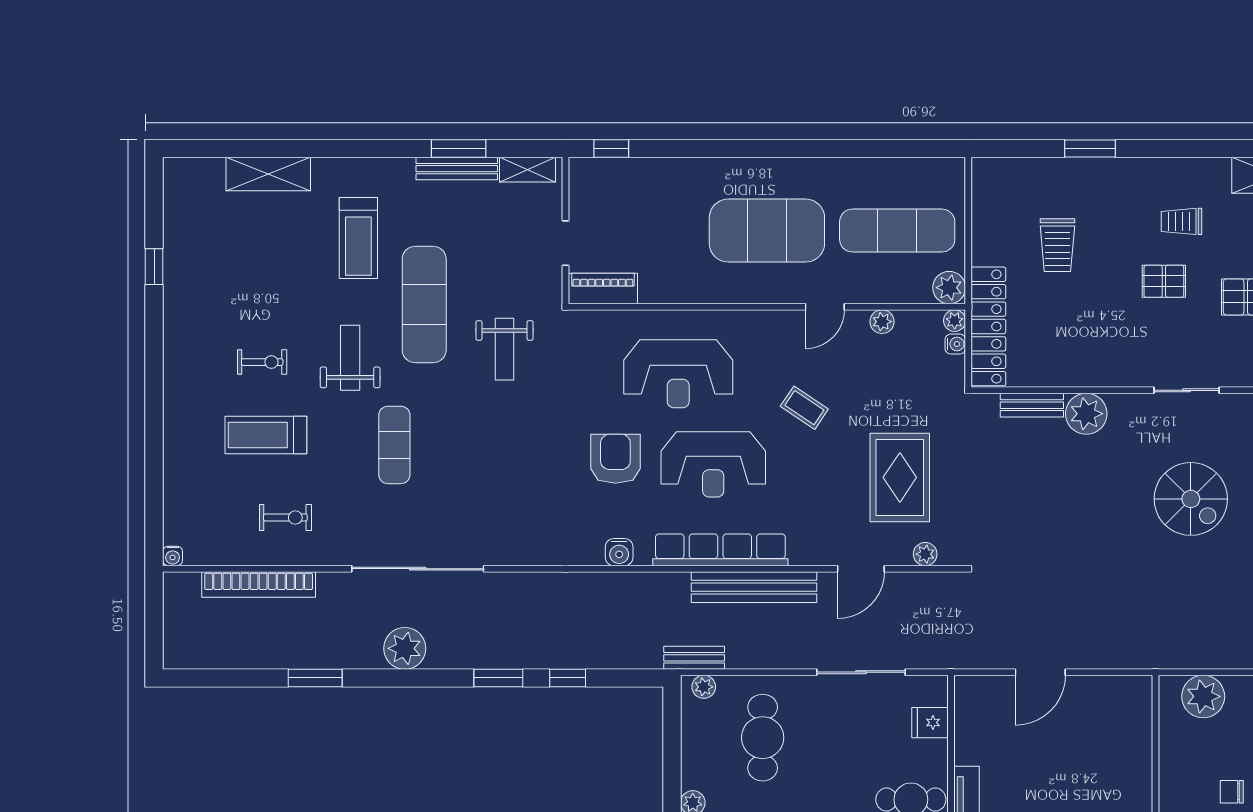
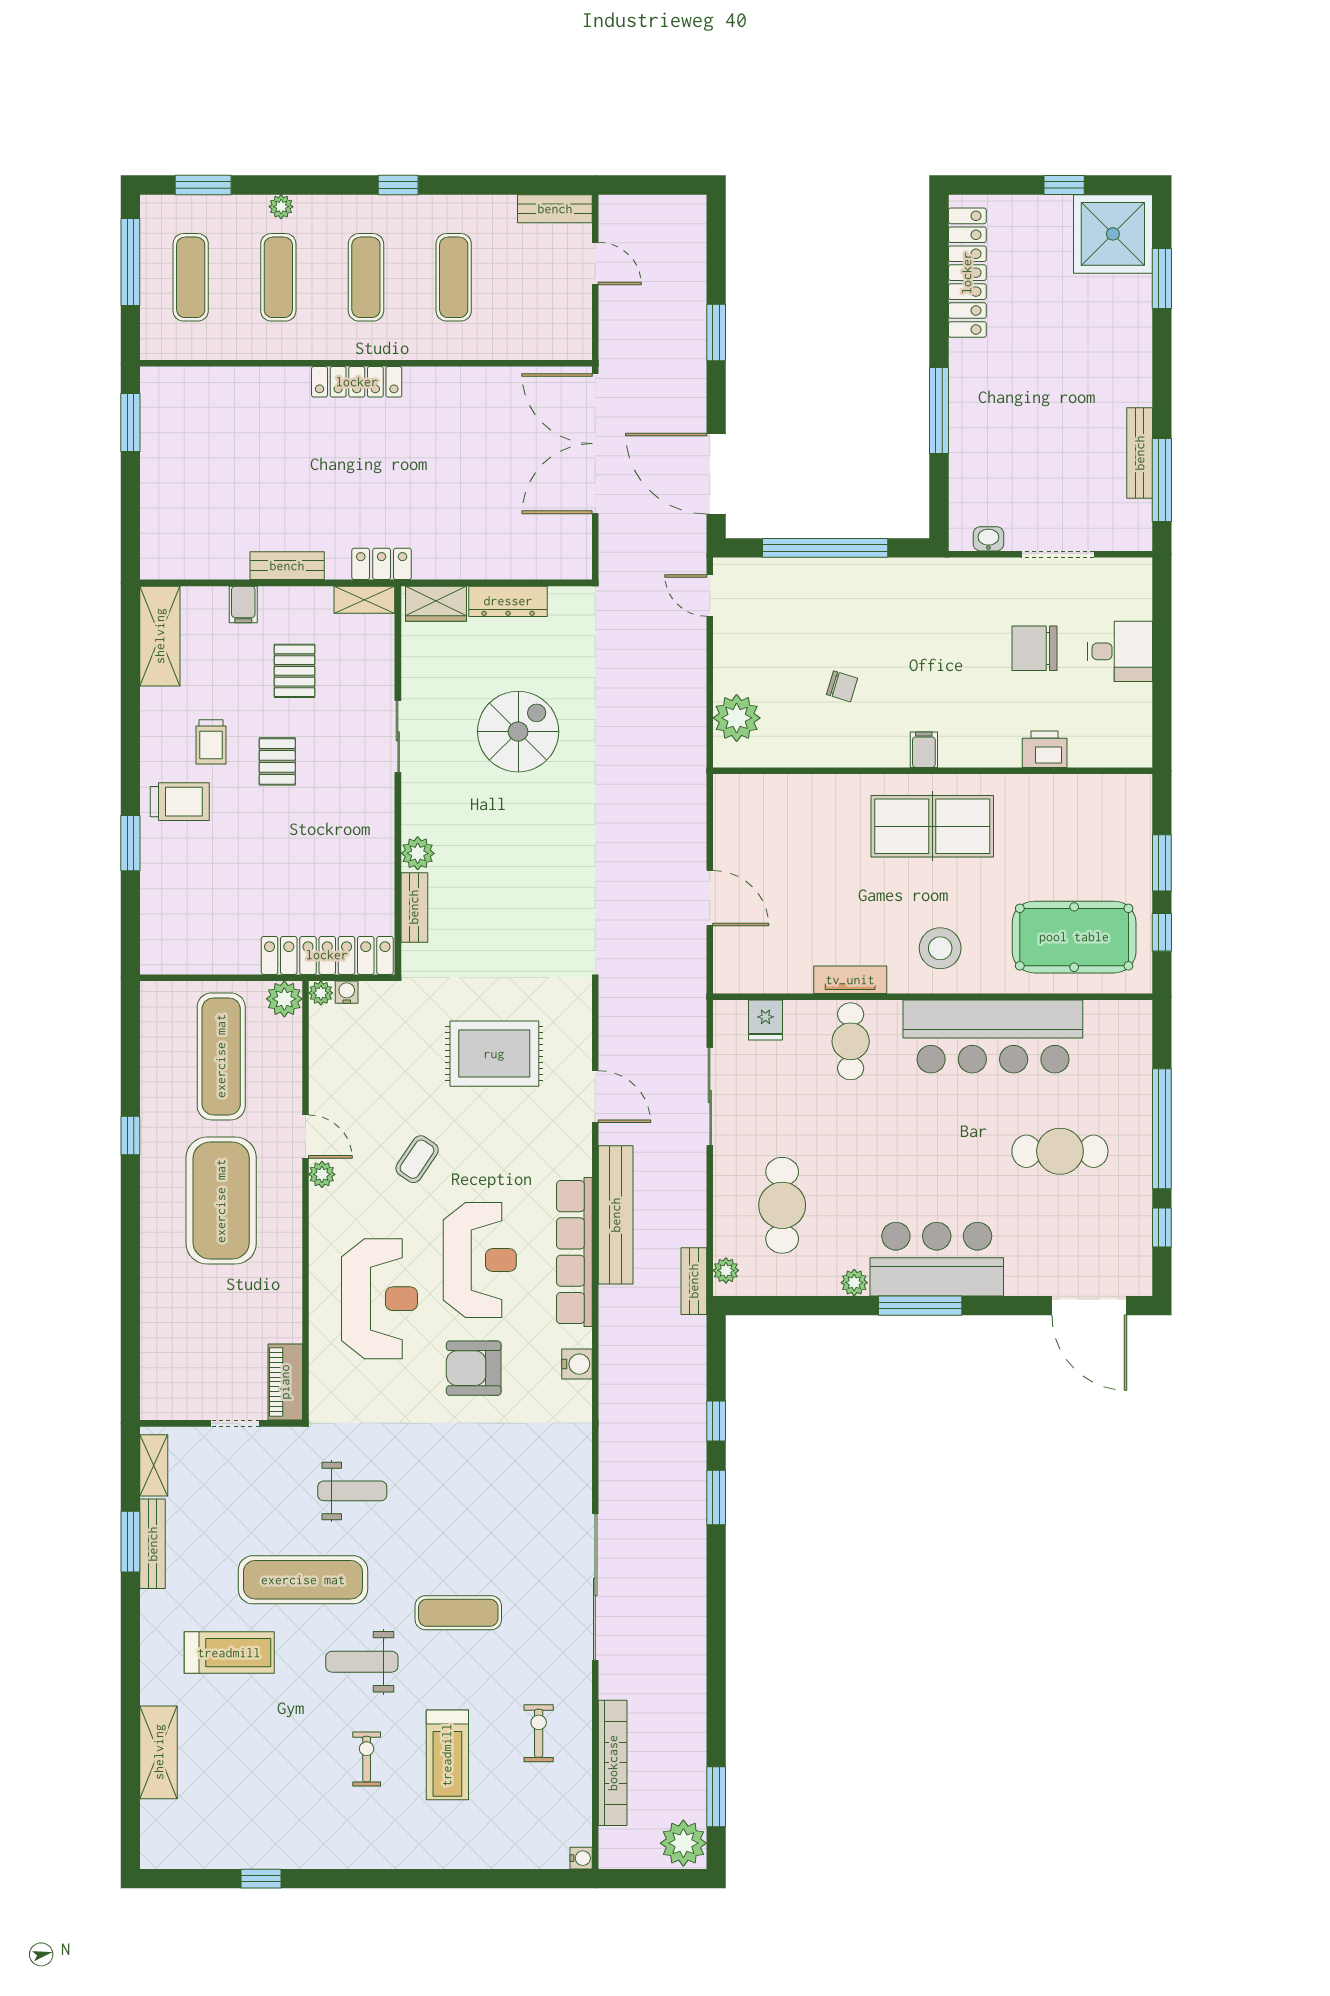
window: (611, 149) -> (130, 1136), moved
trolley: (1057, 245) -> (180, 802), moved
plant: (882, 322) -> (322, 1174), moved
plant: (1086, 414) -> (418, 853), width x0.73, depth x0.73
plant: (925, 554) -> (579, 1025), removed
plant: (405, 648) -> (683, 1843), moved
window: (315, 678) -> (716, 1797), moved
cafe table: (763, 738) -> (782, 1205), turned 90
chair: (1232, 792) -> (842, 686), turned -73

